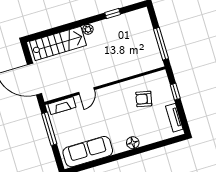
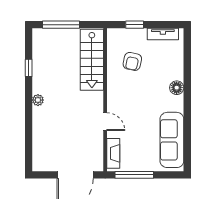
stairs: (58, 43) -> (92, 60), moved, turned 180
window: (161, 44) -> (61, 25), moved

